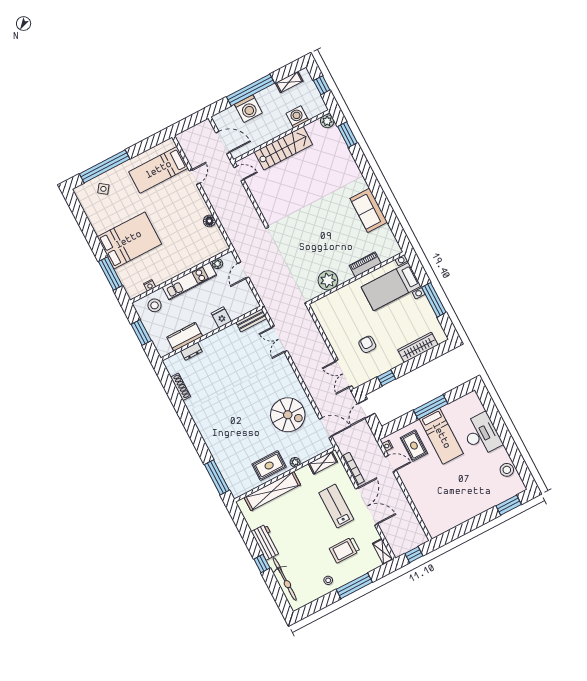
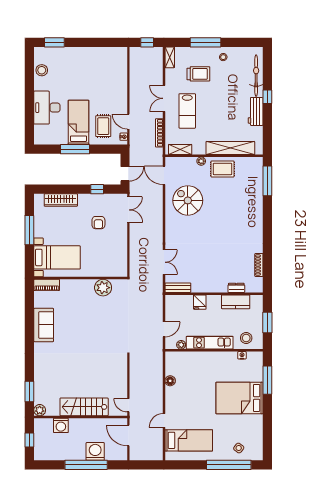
shelving: (289, 82) -> (53, 455), removed
piano: (365, 264) -> (47, 285), moved
double door: (367, 506) -> (164, 98), width x0.73

